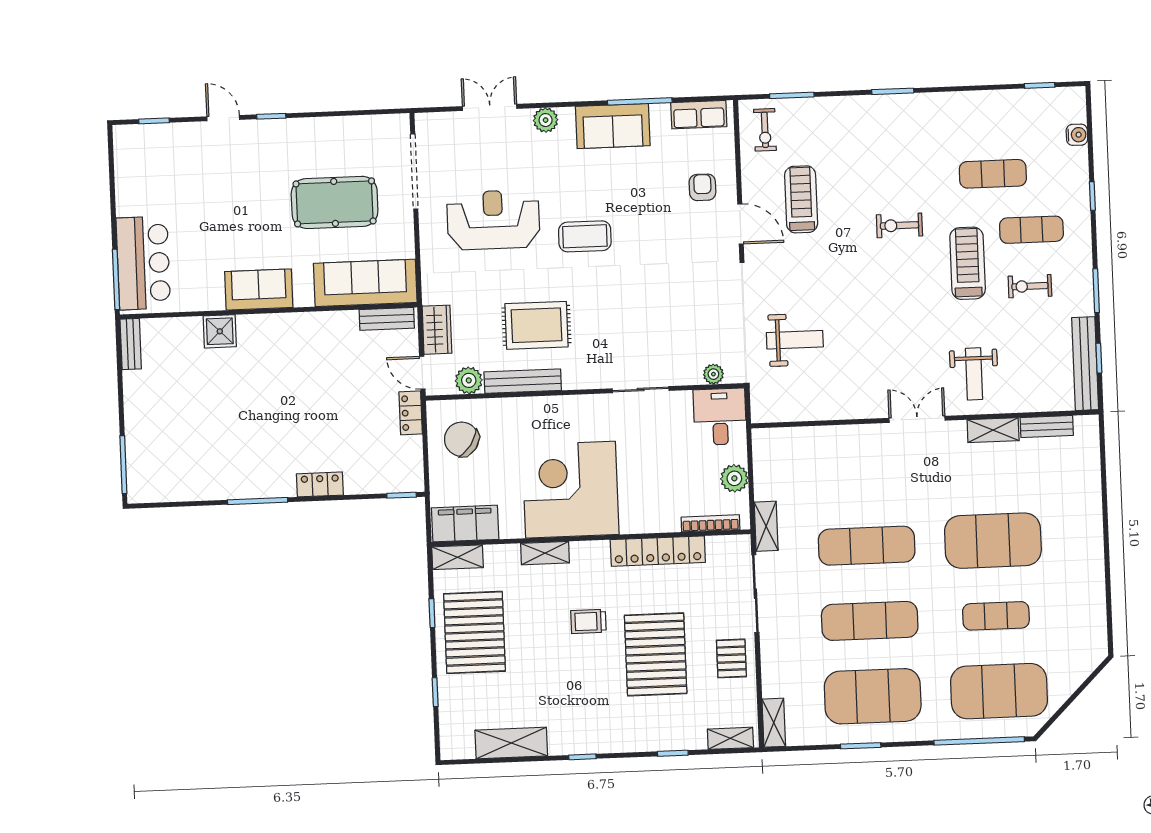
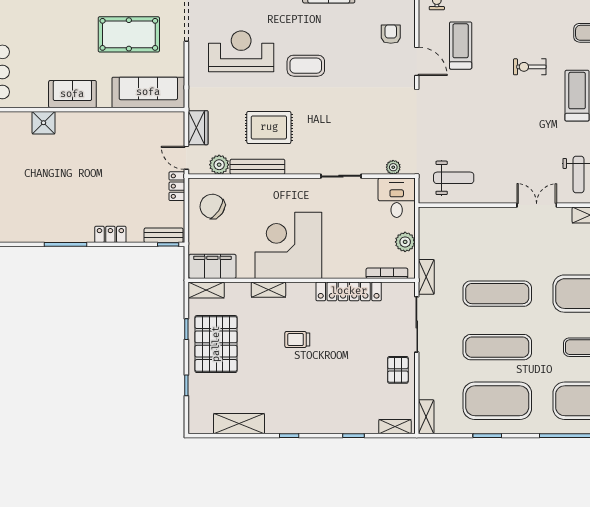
bench: (387, 319) -> (164, 235), moved
weight bench: (795, 340) -> (454, 178), moved
pallet: (656, 654) -> (344, 365), removed

